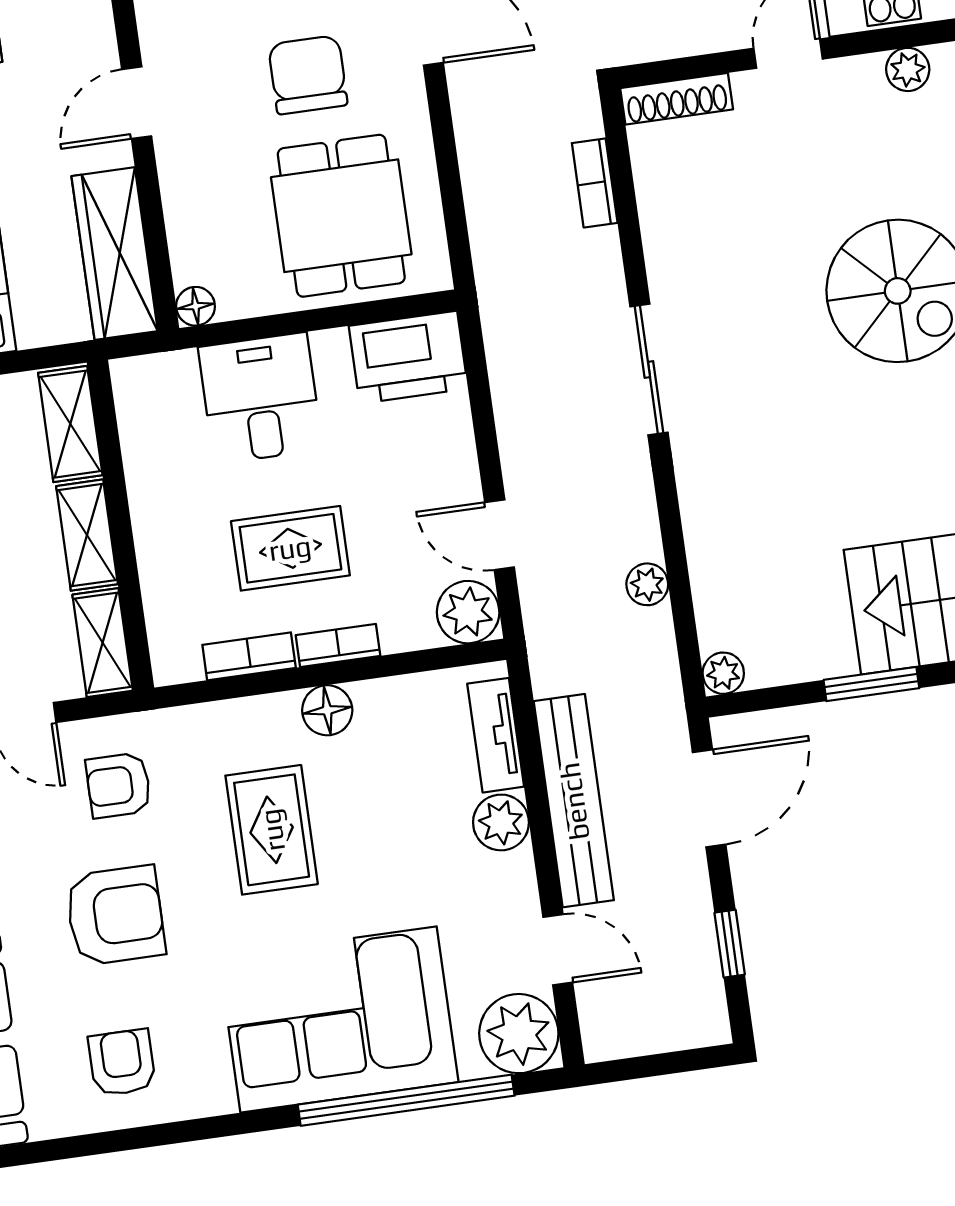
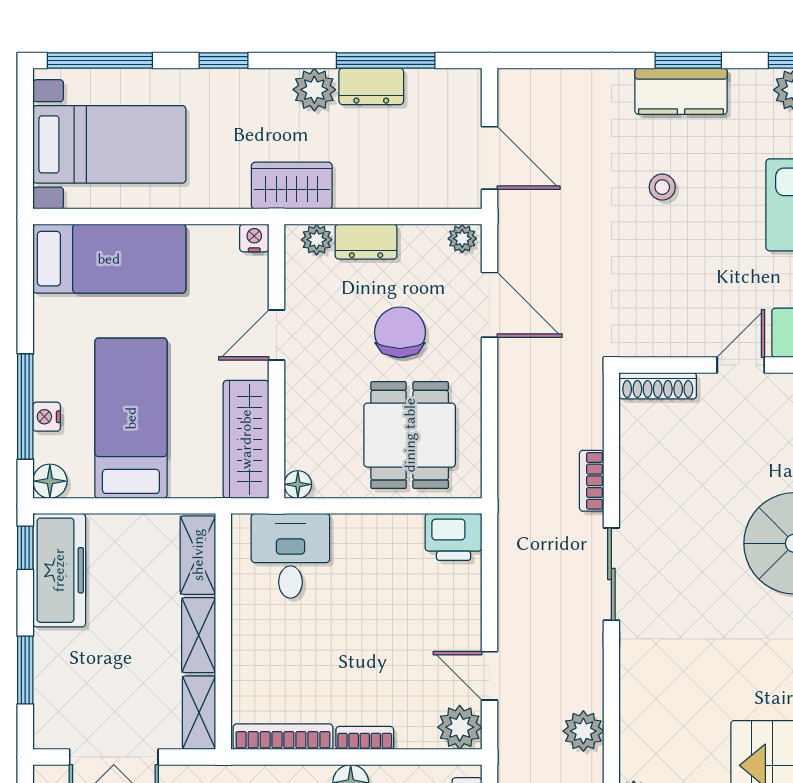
bookcase: (595, 183) -> (592, 481), moved
printer: (408, 357) -> (454, 537), width x0.73, depth x0.84
desk: (260, 398) -> (290, 556), moved
rug: (290, 548) -> (341, 665), removed
plant: (647, 584) -> (583, 731), width x1.38, depth x1.38
bookcase: (249, 656) -> (283, 737), width x1.56

